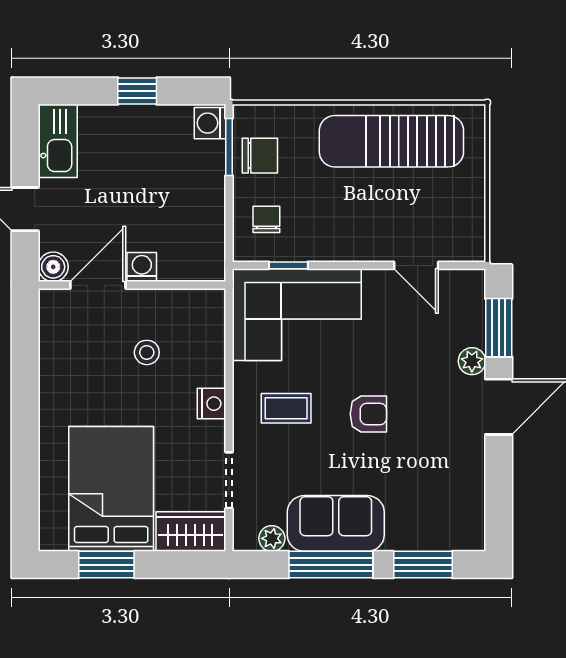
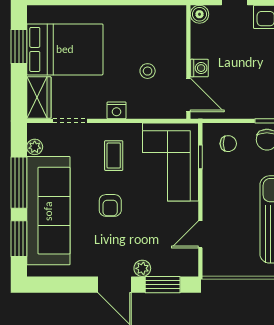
door: (98, 285) -> (188, 95), moved
sofa: (336, 523) -> (48, 211), width x1.85, depth x1.27

